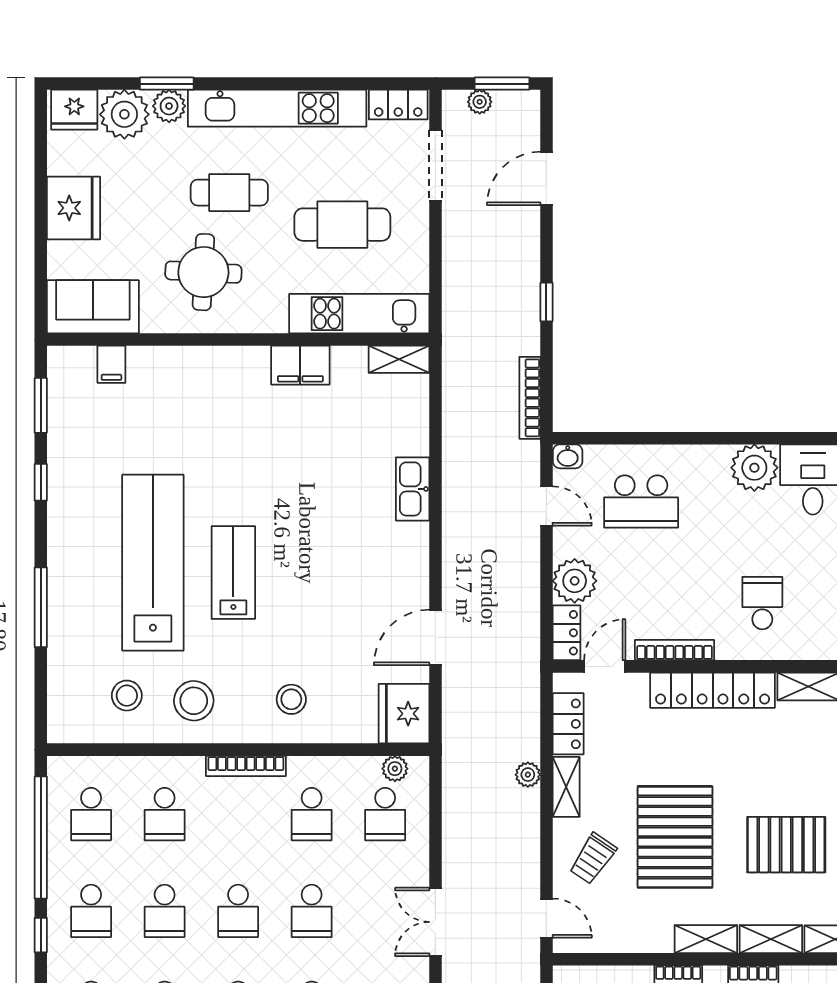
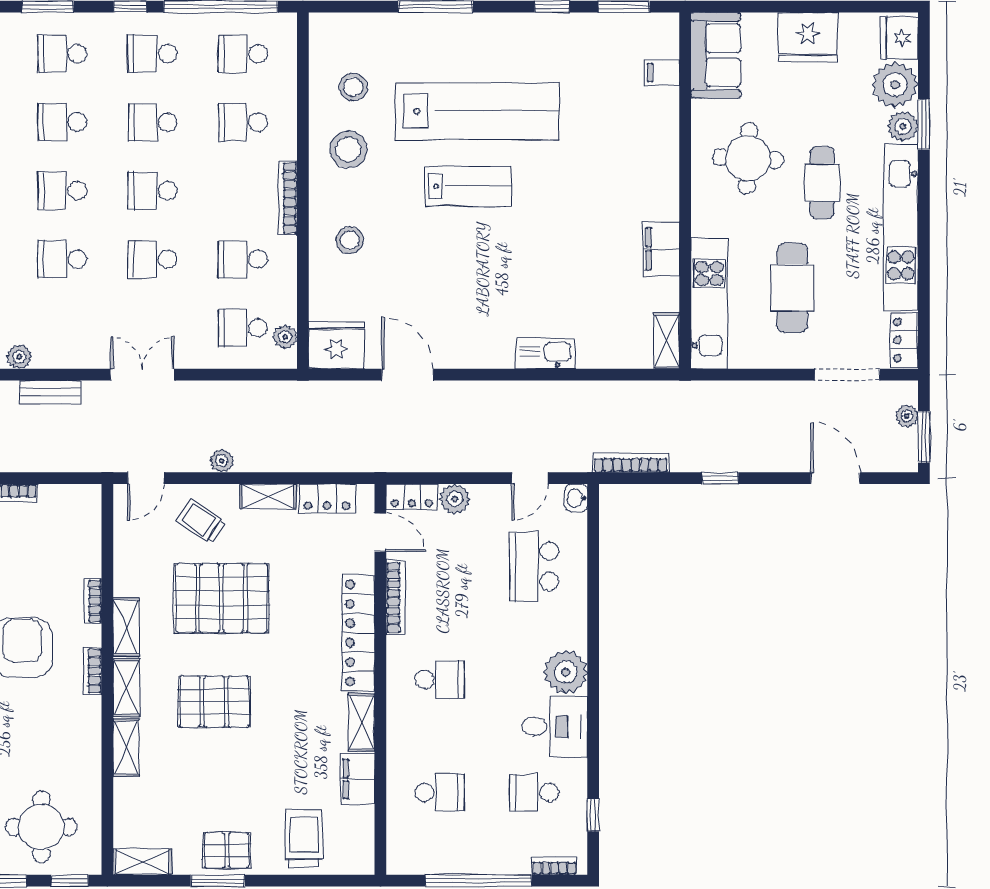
plant: (575, 581) -> (455, 499), width x0.73, depth x0.73
plant: (528, 775) -> (222, 461), moved
pallet: (786, 845) -> (214, 702), turned 90

